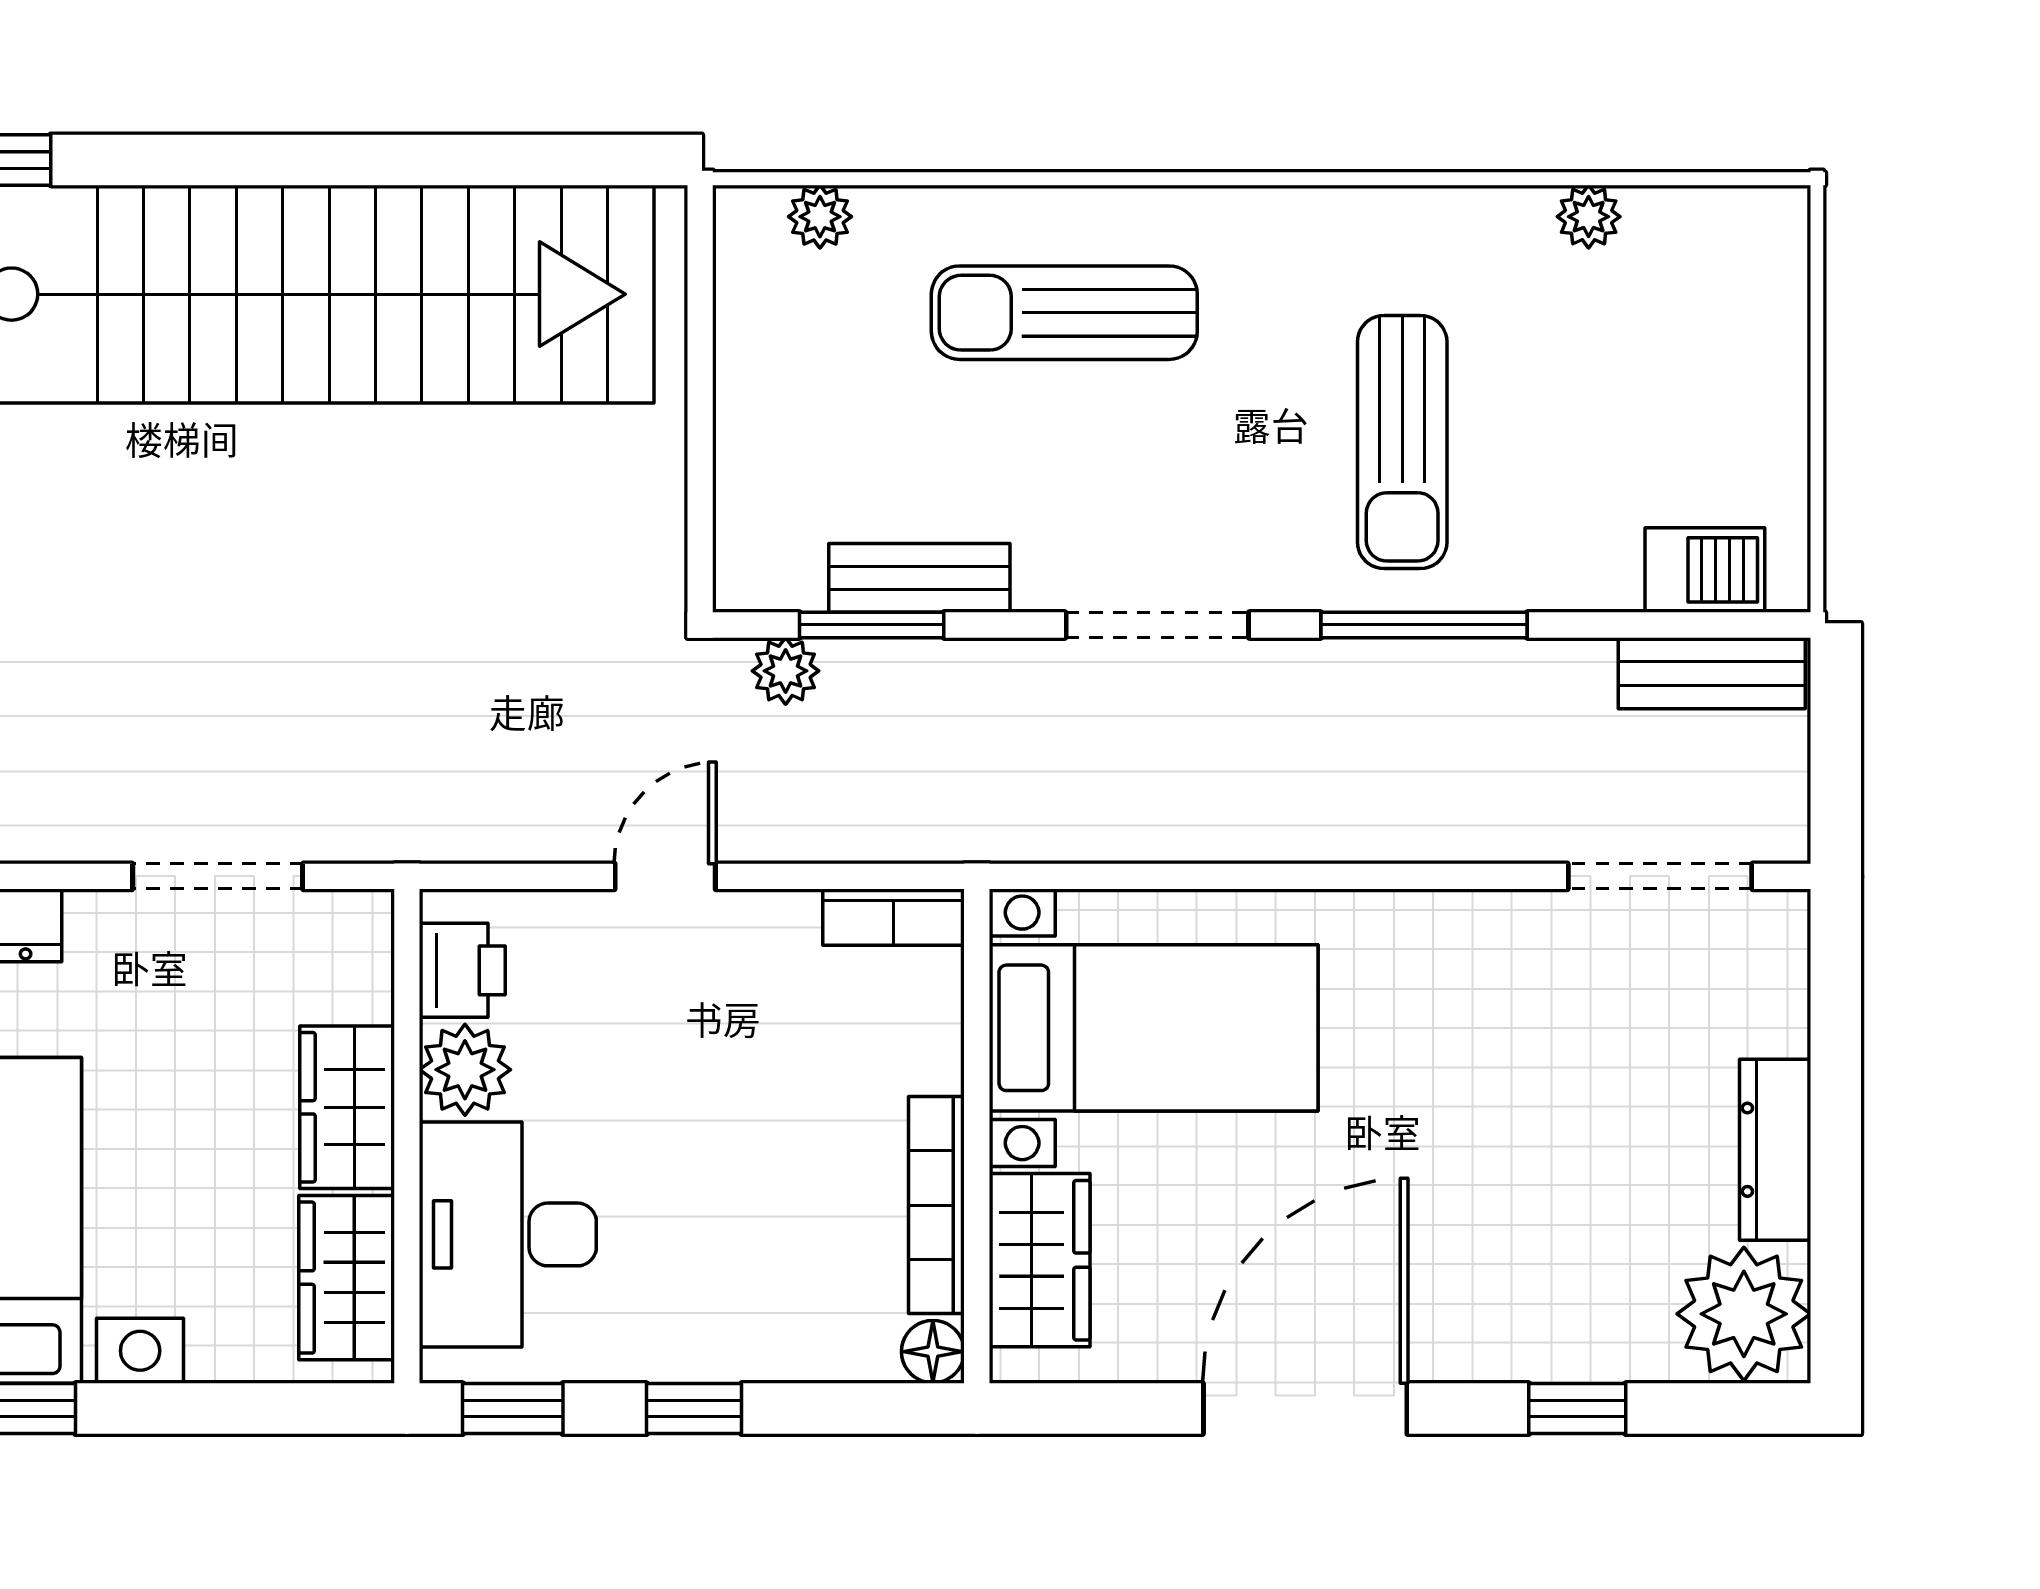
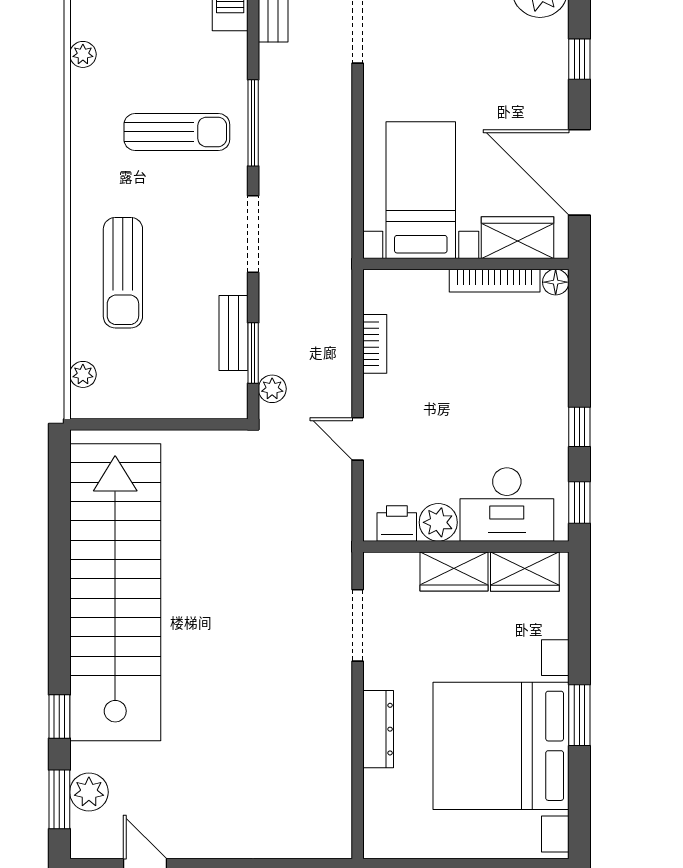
bed with nightstands: (1154, 1028) -> (421, 190), moved
wall: (977, 1136) -> (466, 264), moved
bookcase: (936, 1205) -> (495, 281), moved
wardrobe: (1040, 1260) -> (518, 238), moved
floor lamp: (933, 1352) -> (556, 282), moved

